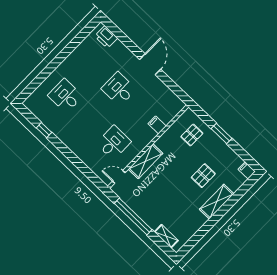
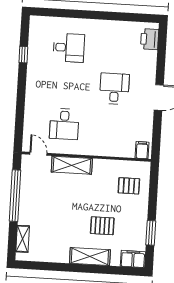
desk: (65, 96) -> (69, 48), turned 90
filing cabinet: (157, 125) -> (142, 150), moved
window: (221, 133) -> (151, 233), moved
desk: (114, 143) -> (64, 124), turned 90
filing cabinet: (247, 170) -> (133, 259), width x2.00

